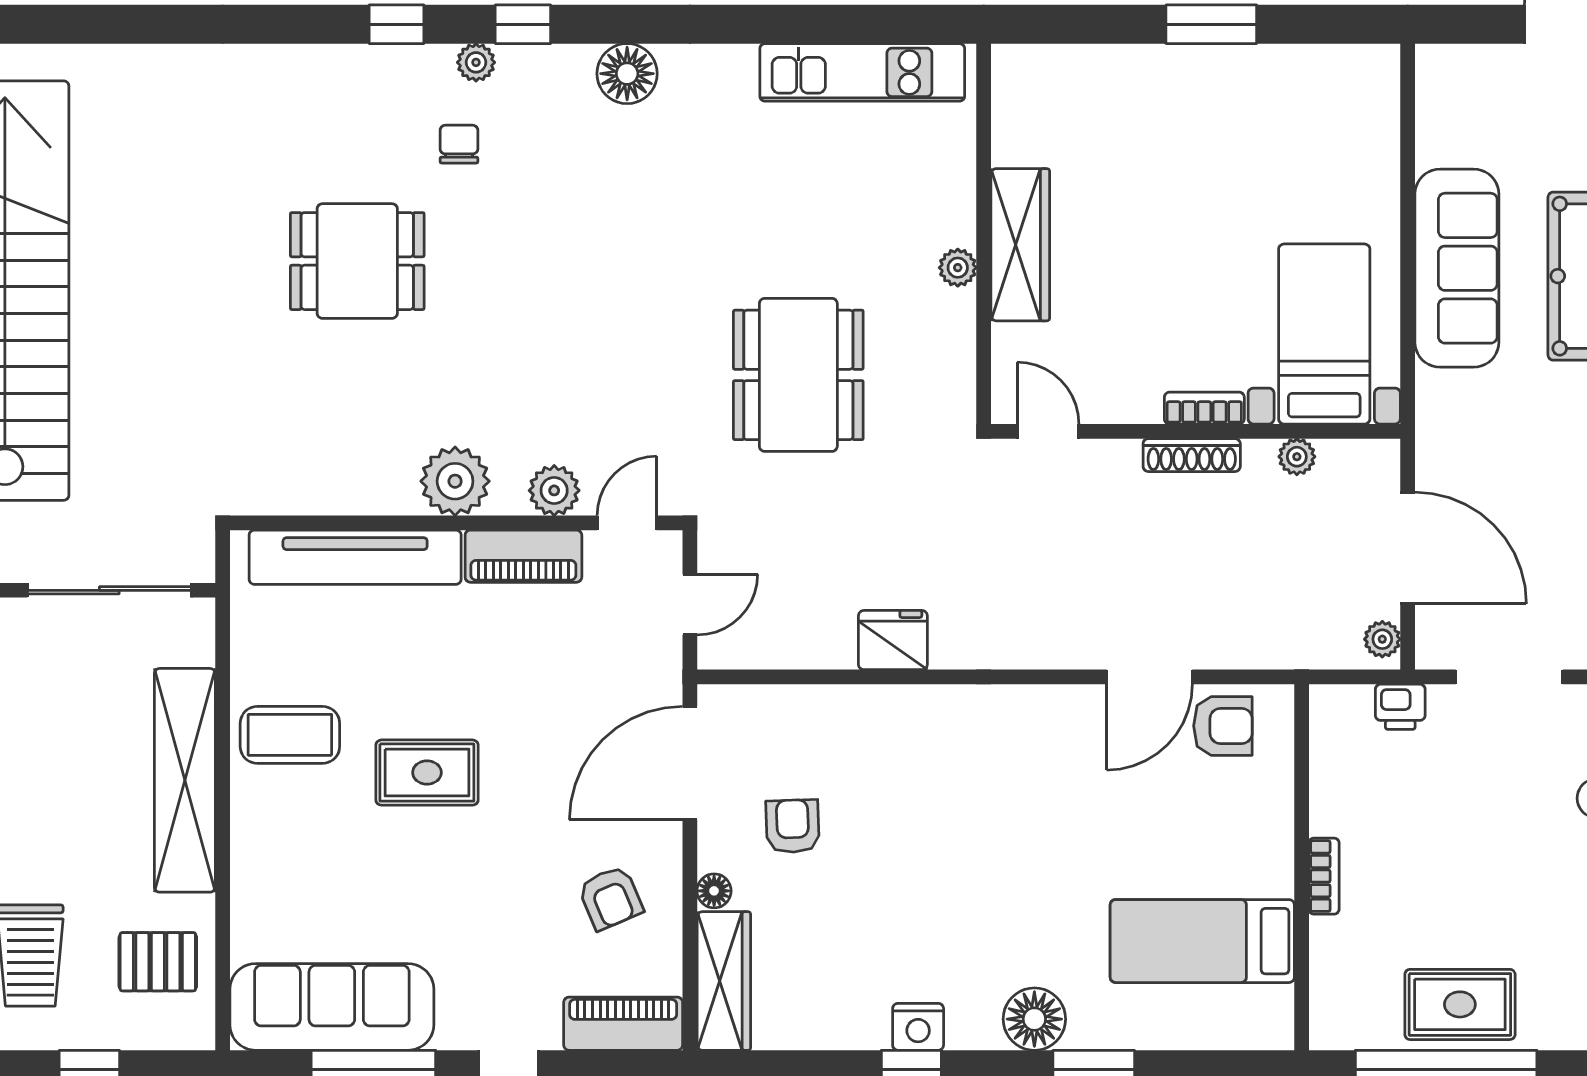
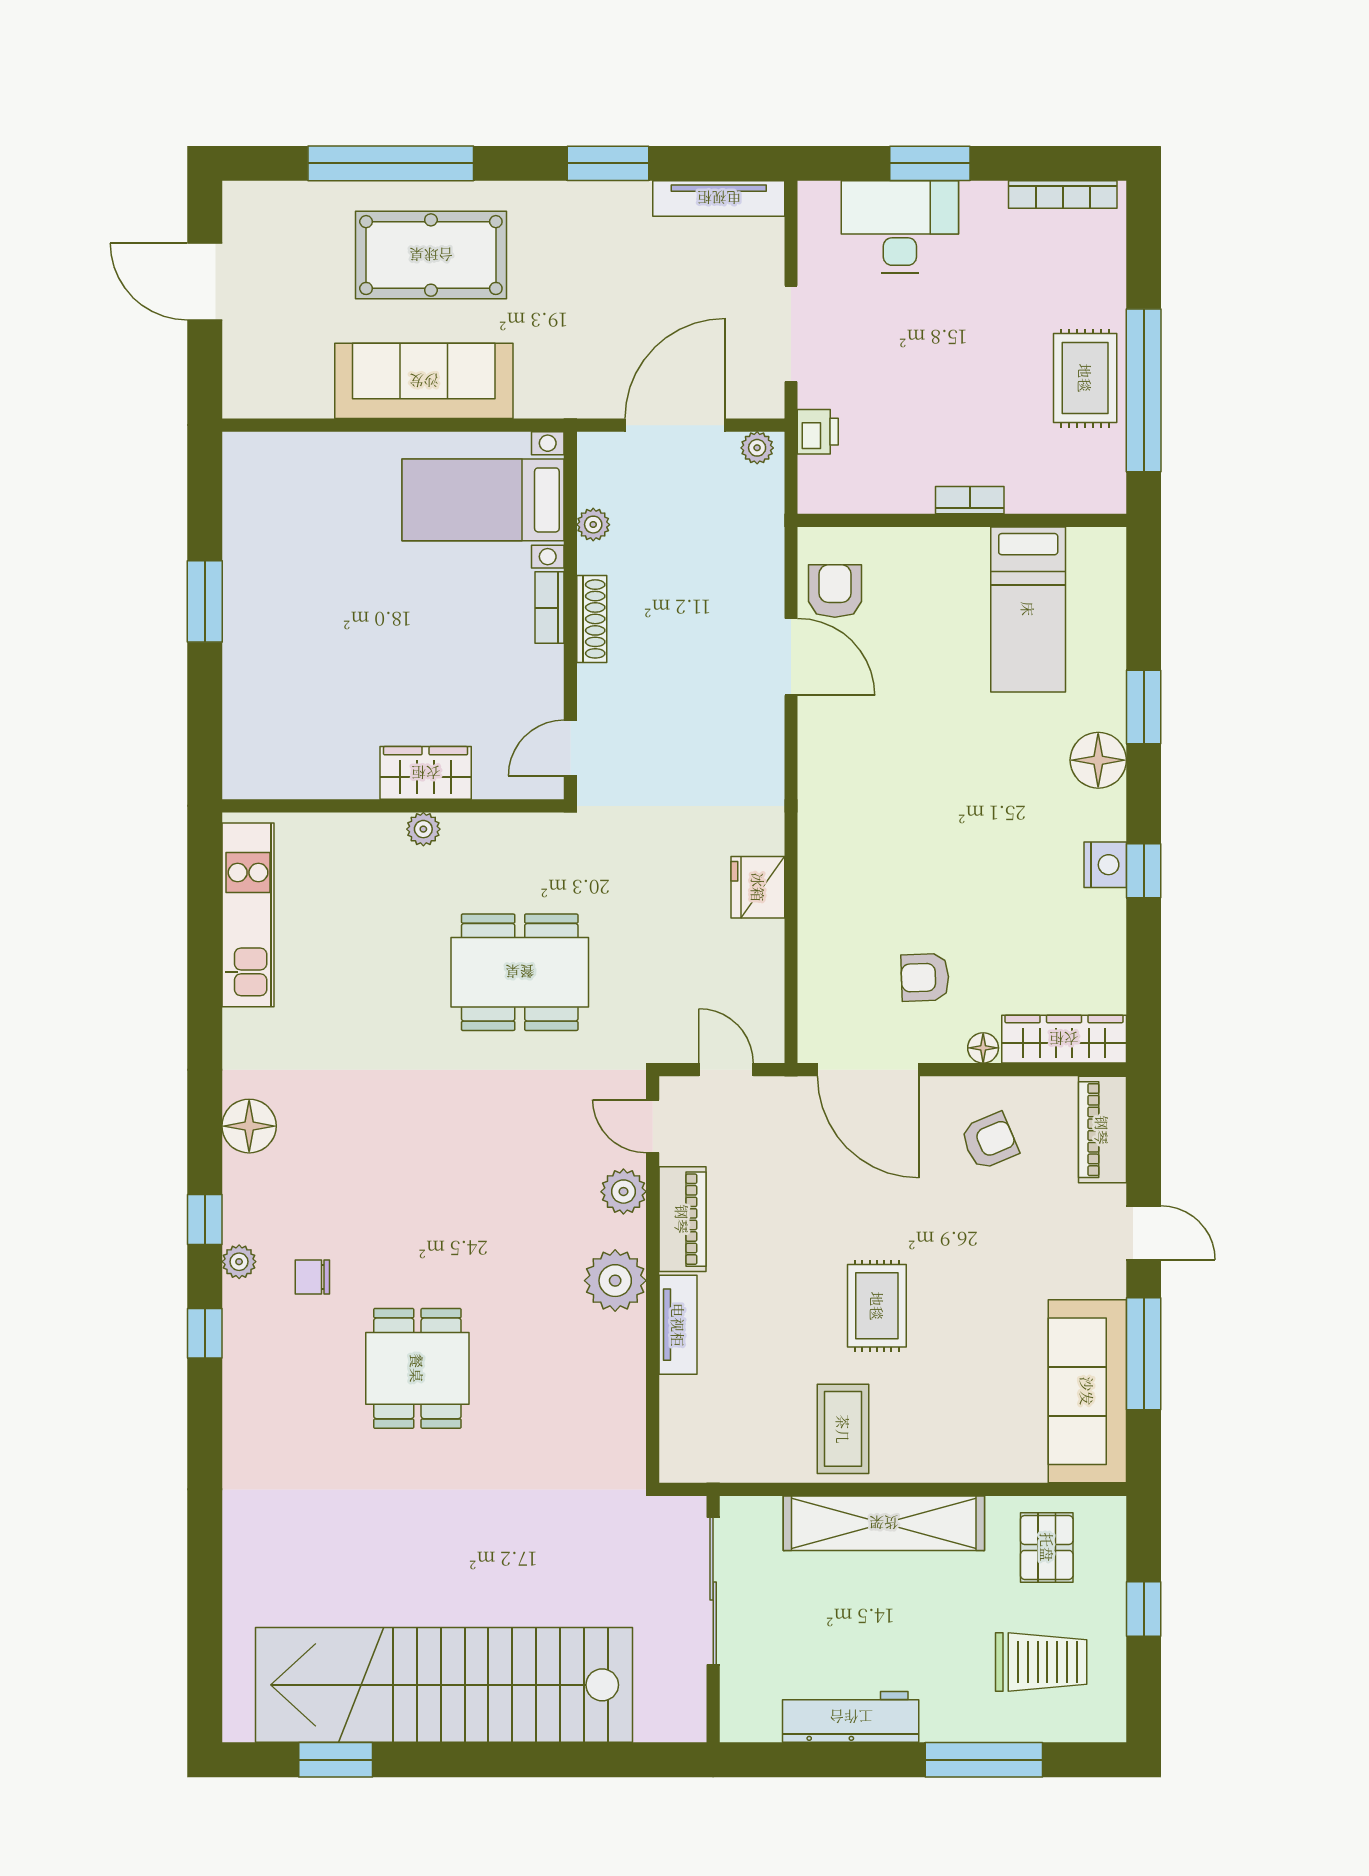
wardrobe: (1020, 245) -> (426, 773), width x0.67
tv unit: (355, 557) -> (678, 1325), width x0.52, depth x0.78

